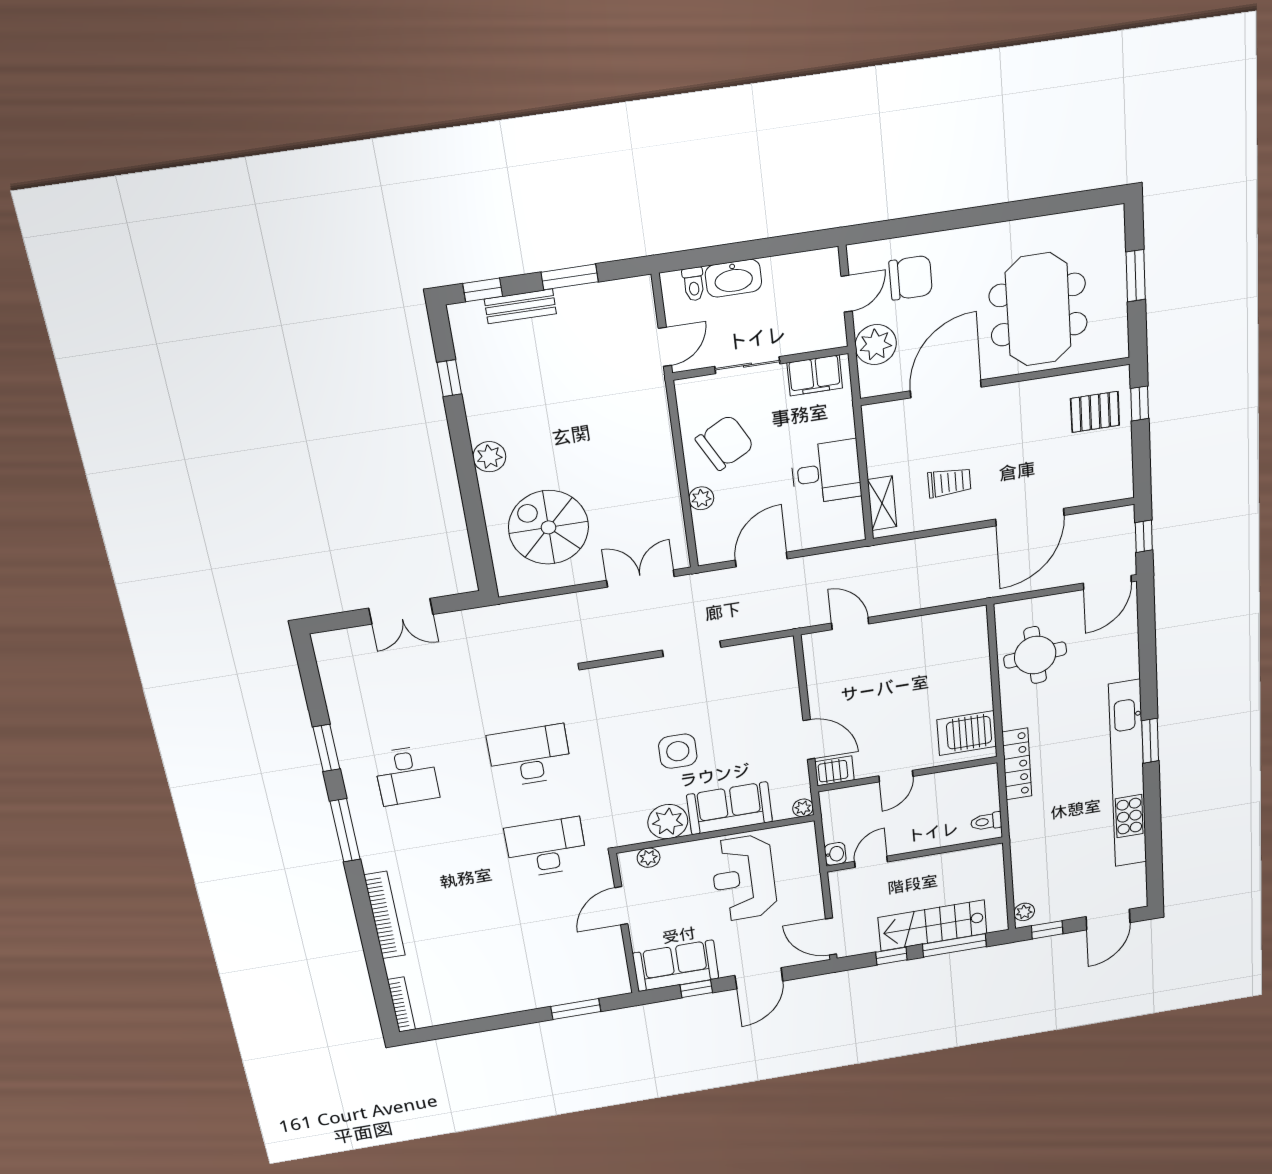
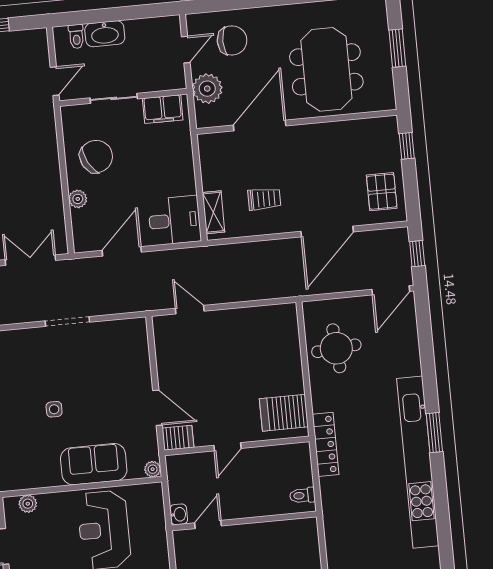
pallet: (1095, 412) -> (382, 192), moved, turned 90
desk: (826, 472) -> (175, 220), moved
side table: (678, 751) -> (54, 409), width x0.54, depth x0.54
plant: (668, 822) -> (44, 472), removed

